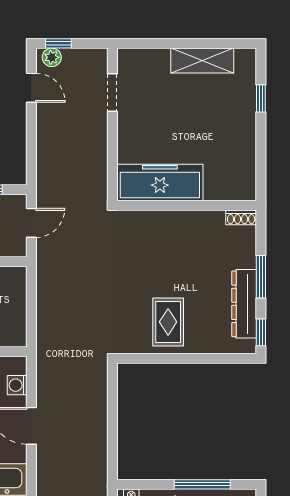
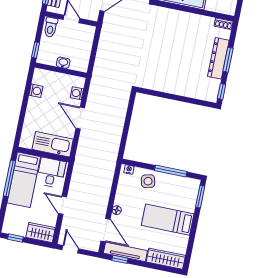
dresser: (244, 304) -> (218, 58), moved
rug: (168, 322) -> (170, 75), removed

